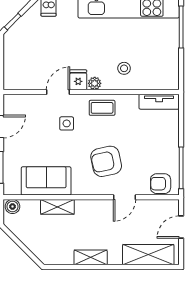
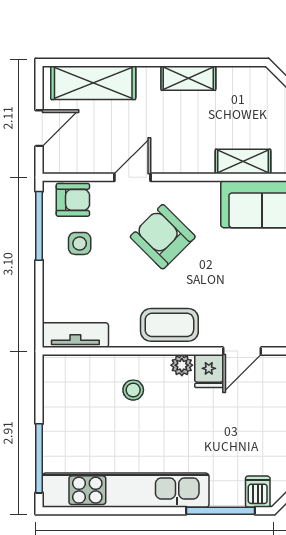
coffee table: (102, 108) -> (169, 325), width x1.36, depth x1.30
side table: (67, 123) -> (80, 243), moved
armchair: (106, 161) -> (163, 237), turned -123

